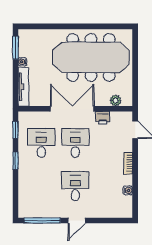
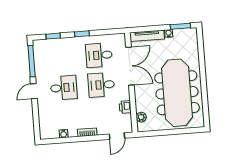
double door: (72, 109) -> (130, 66), moved
window: (15, 130) -> (53, 36), moved
desk: (41, 143) -> (99, 55), turned 180
desk: (75, 143) -> (101, 85), turned 180
door: (77, 220) -> (34, 91), hinge flipped

